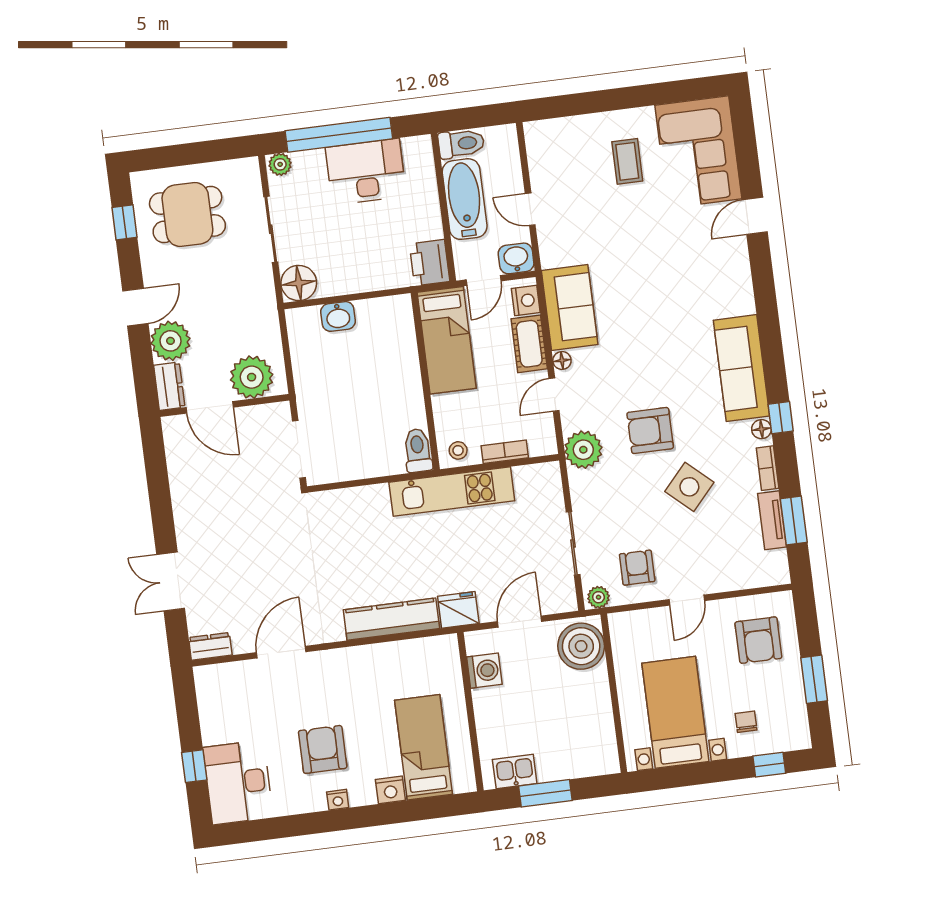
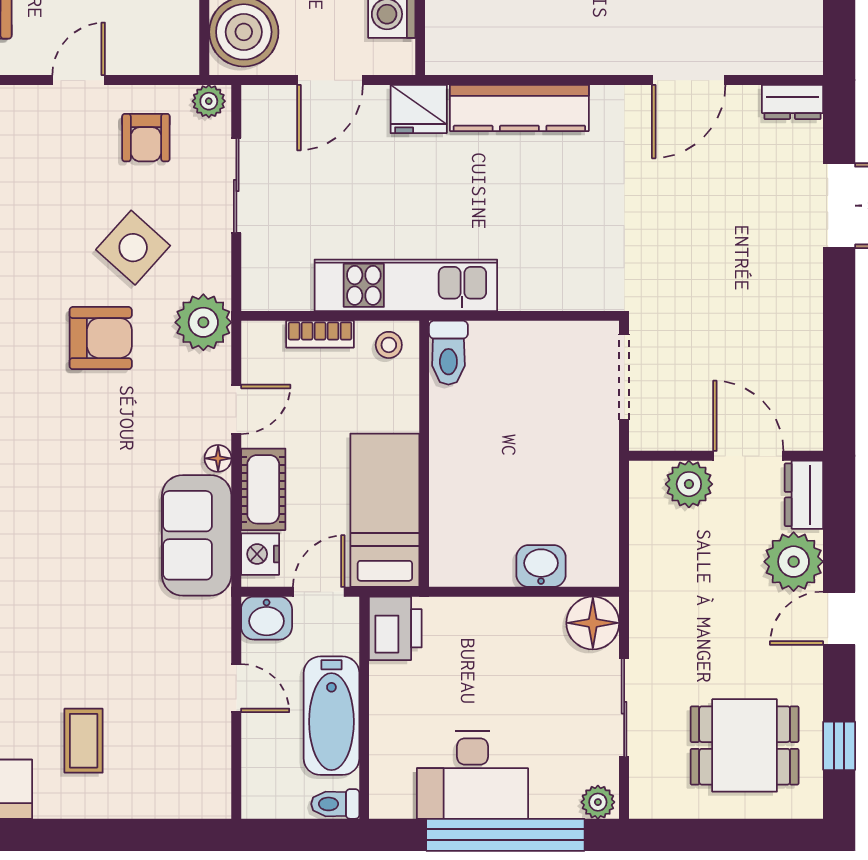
toilet: (461, 144) -> (335, 804), width x0.73, depth x0.72
plant: (252, 377) -> (689, 484), width x0.73, depth x0.73
side table: (689, 487) -> (133, 248), moved

